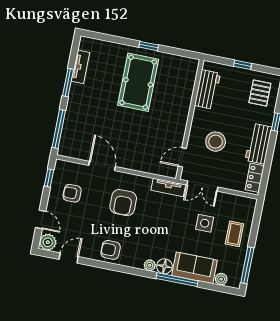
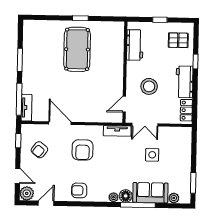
tv unit: (80, 67) -> (26, 108), moved
pallet: (260, 93) -> (178, 40), turned 90
armchair: (72, 193) -> (39, 150), turned -52
coffee table: (234, 234) -> (178, 159), removed
window: (247, 265) -> (193, 183), width x0.69

